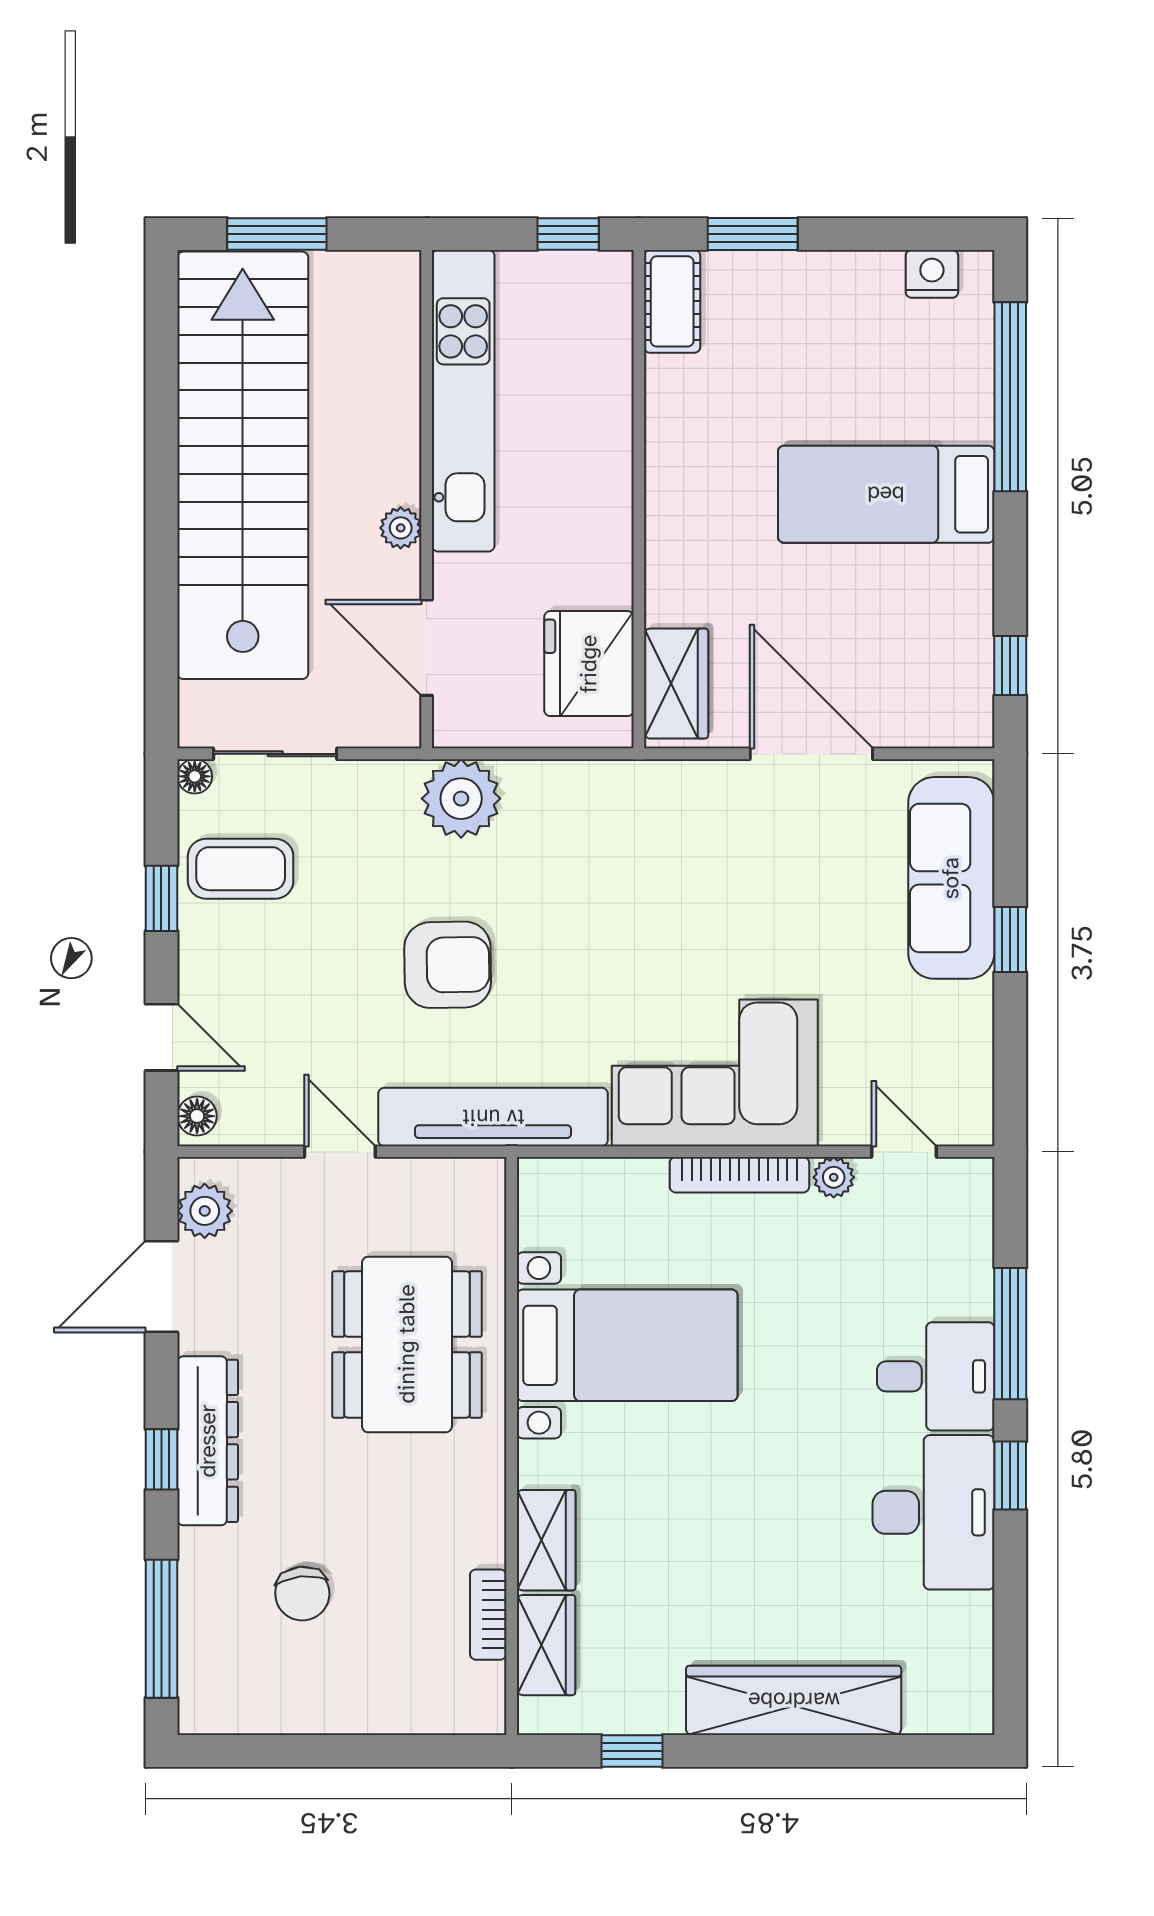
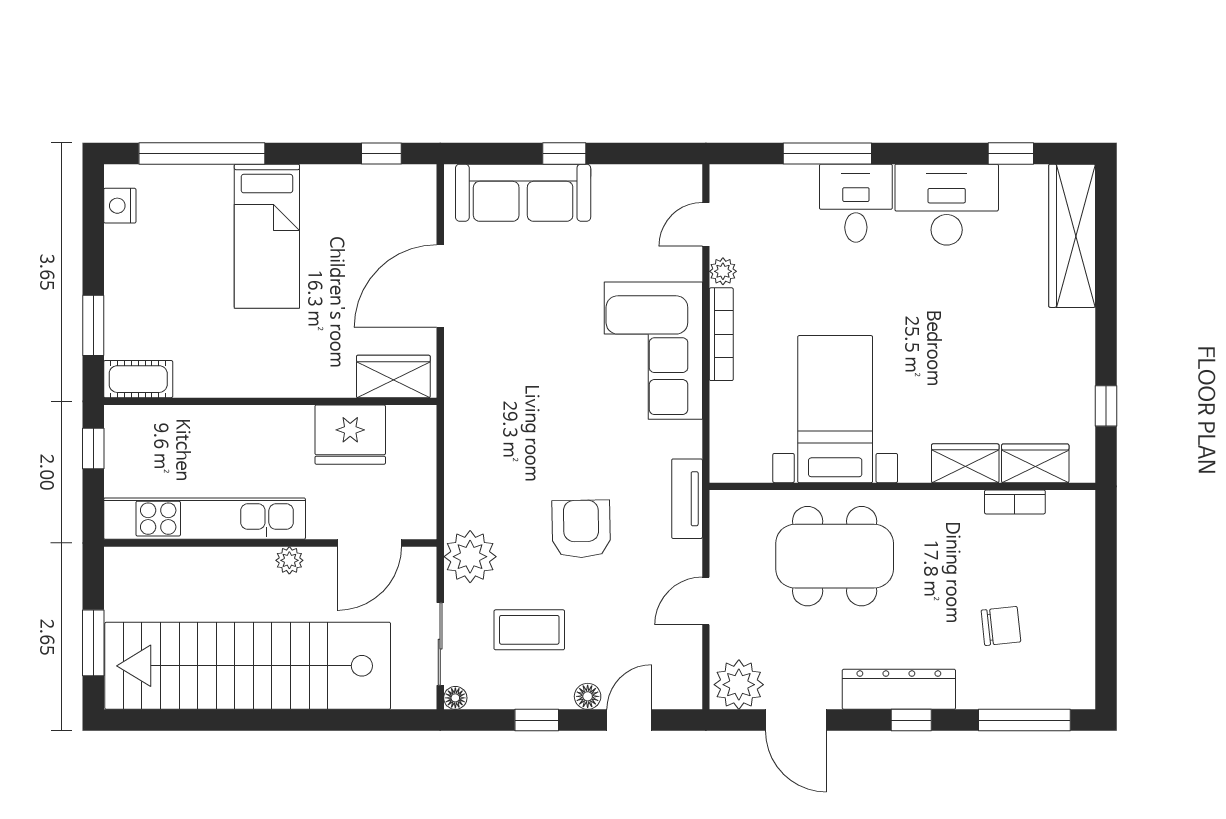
fridge: (589, 664) -> (350, 435), moved
plant: (461, 799) -> (470, 557), moved
coffee table: (241, 869) -> (529, 630), moved, turned 90
floor lamp: (197, 1116) -> (588, 696), moved
tv unit: (493, 1117) -> (687, 499), width x0.52, depth x0.78
plant: (205, 1211) -> (739, 685), width x1.36, depth x1.36
window: (1010, 1476) -> (1011, 153), moved
wardrobe: (794, 1700) -> (1072, 236), moved

